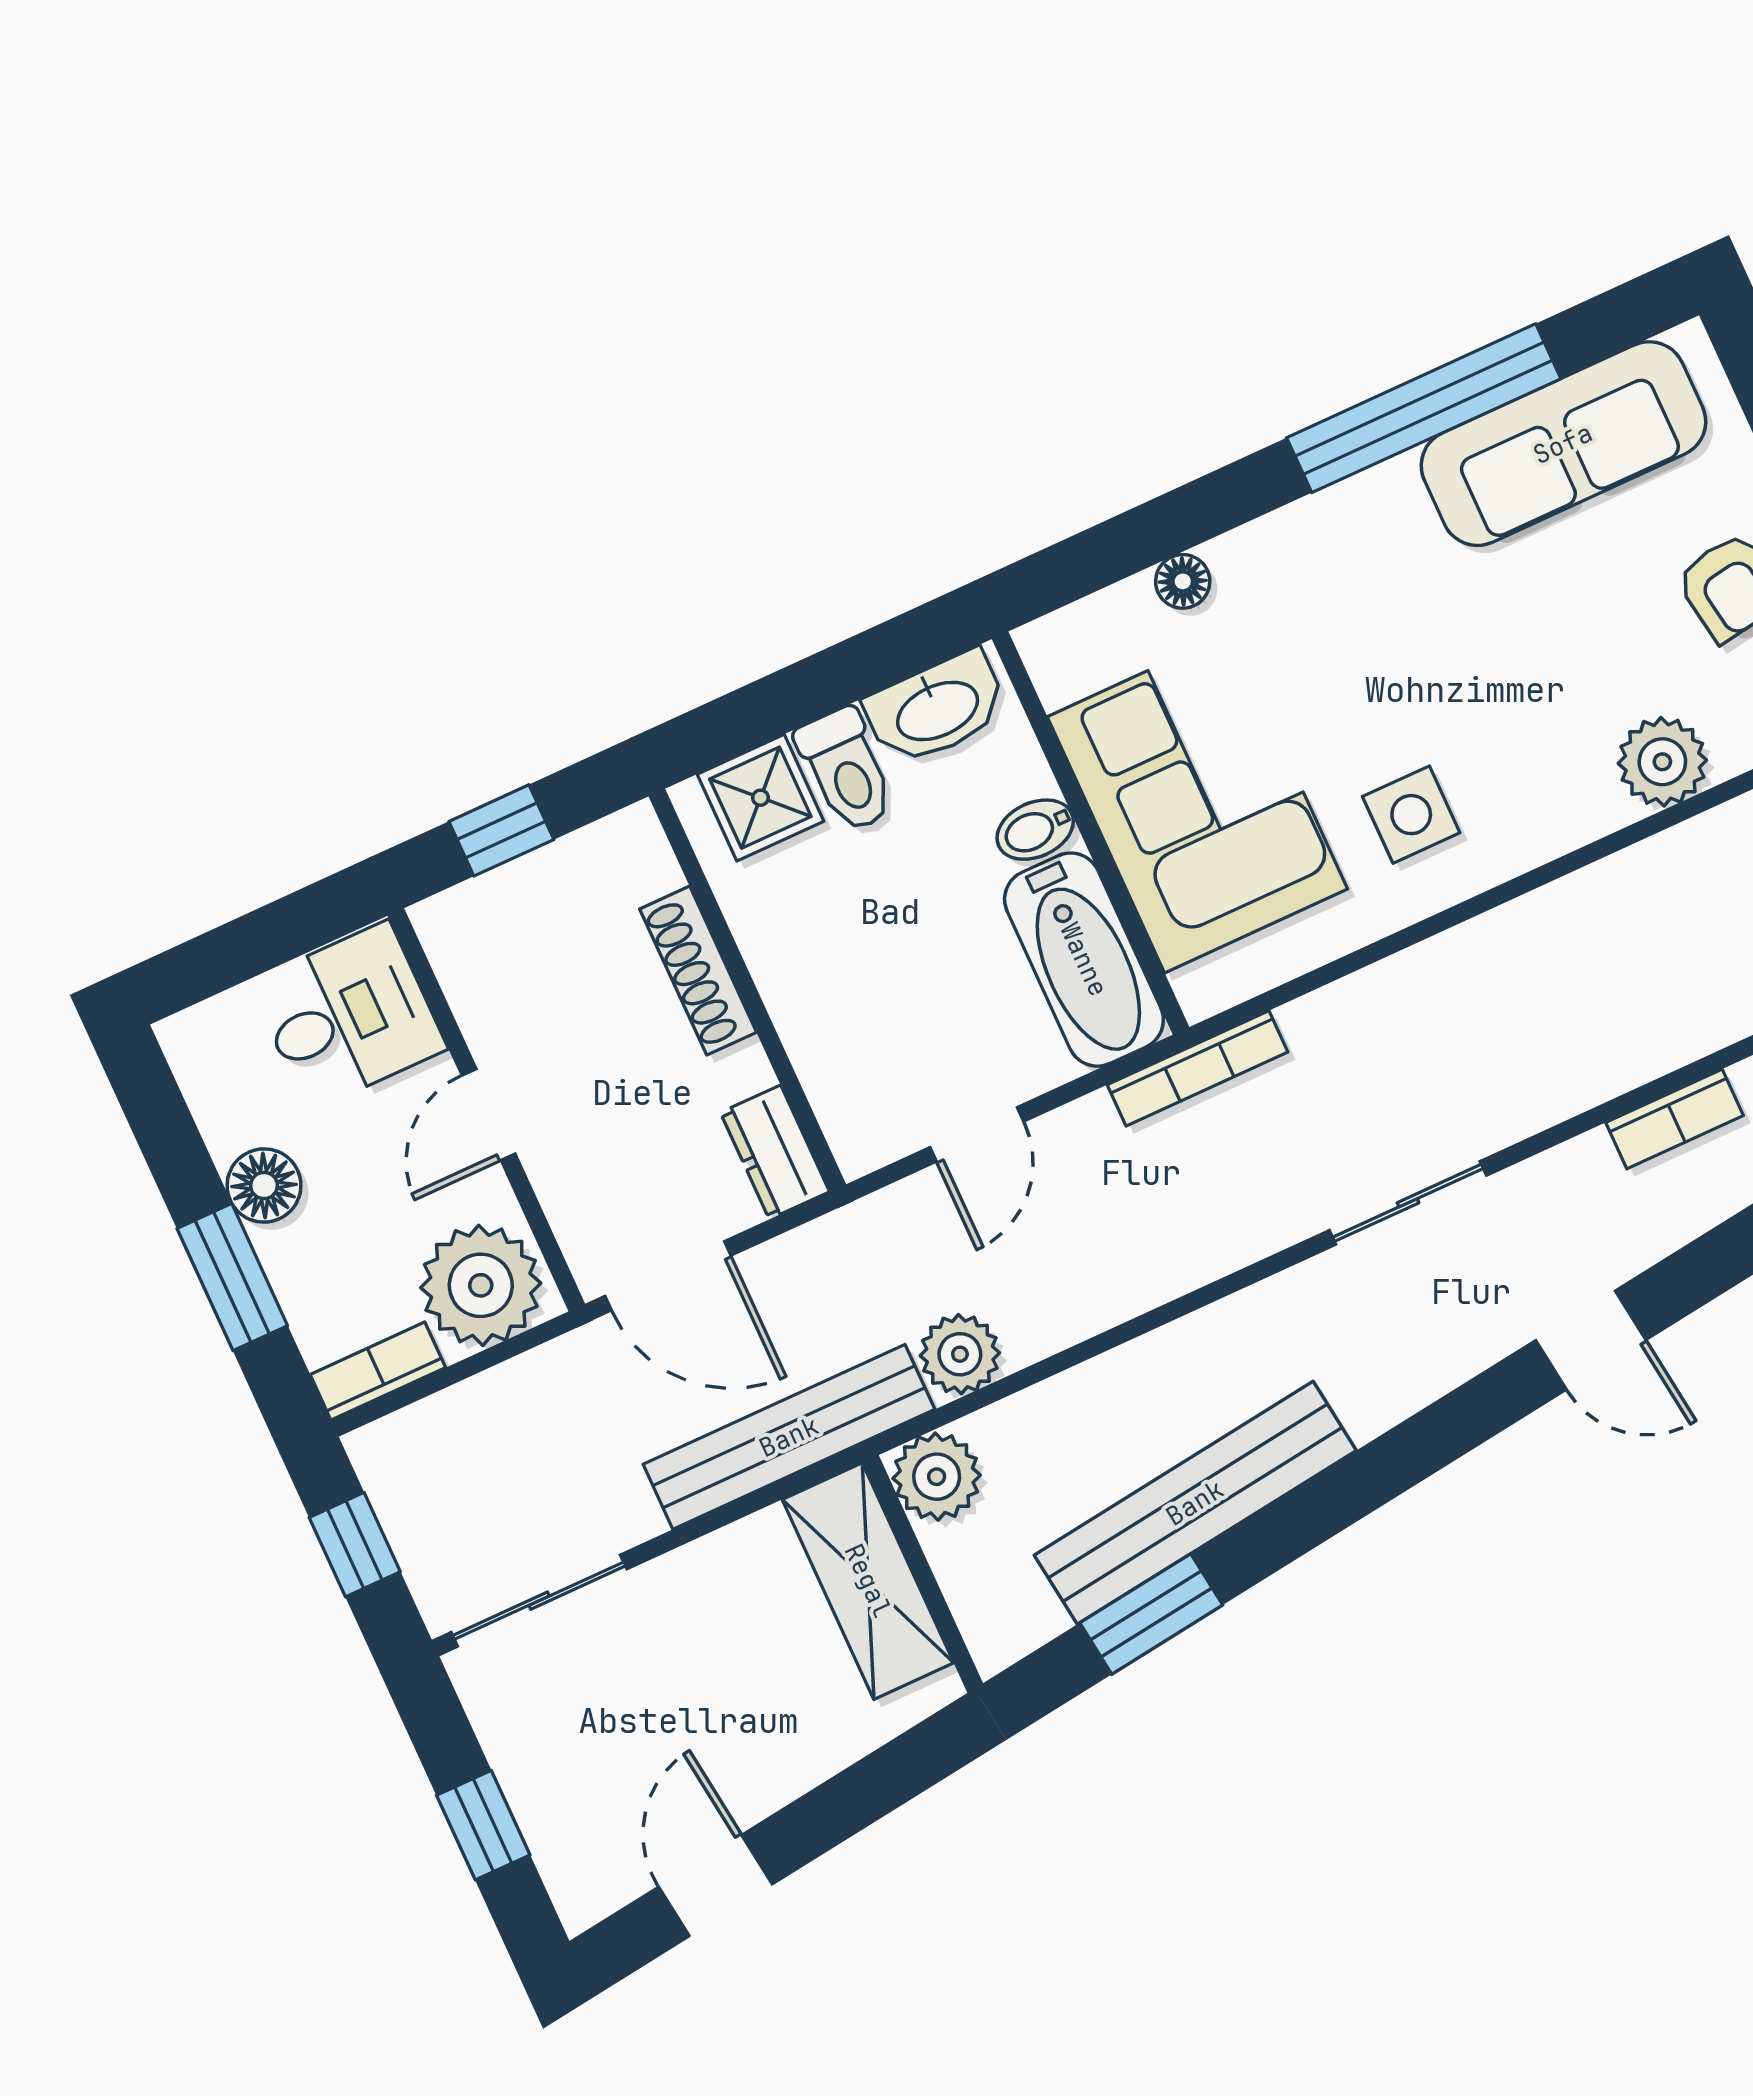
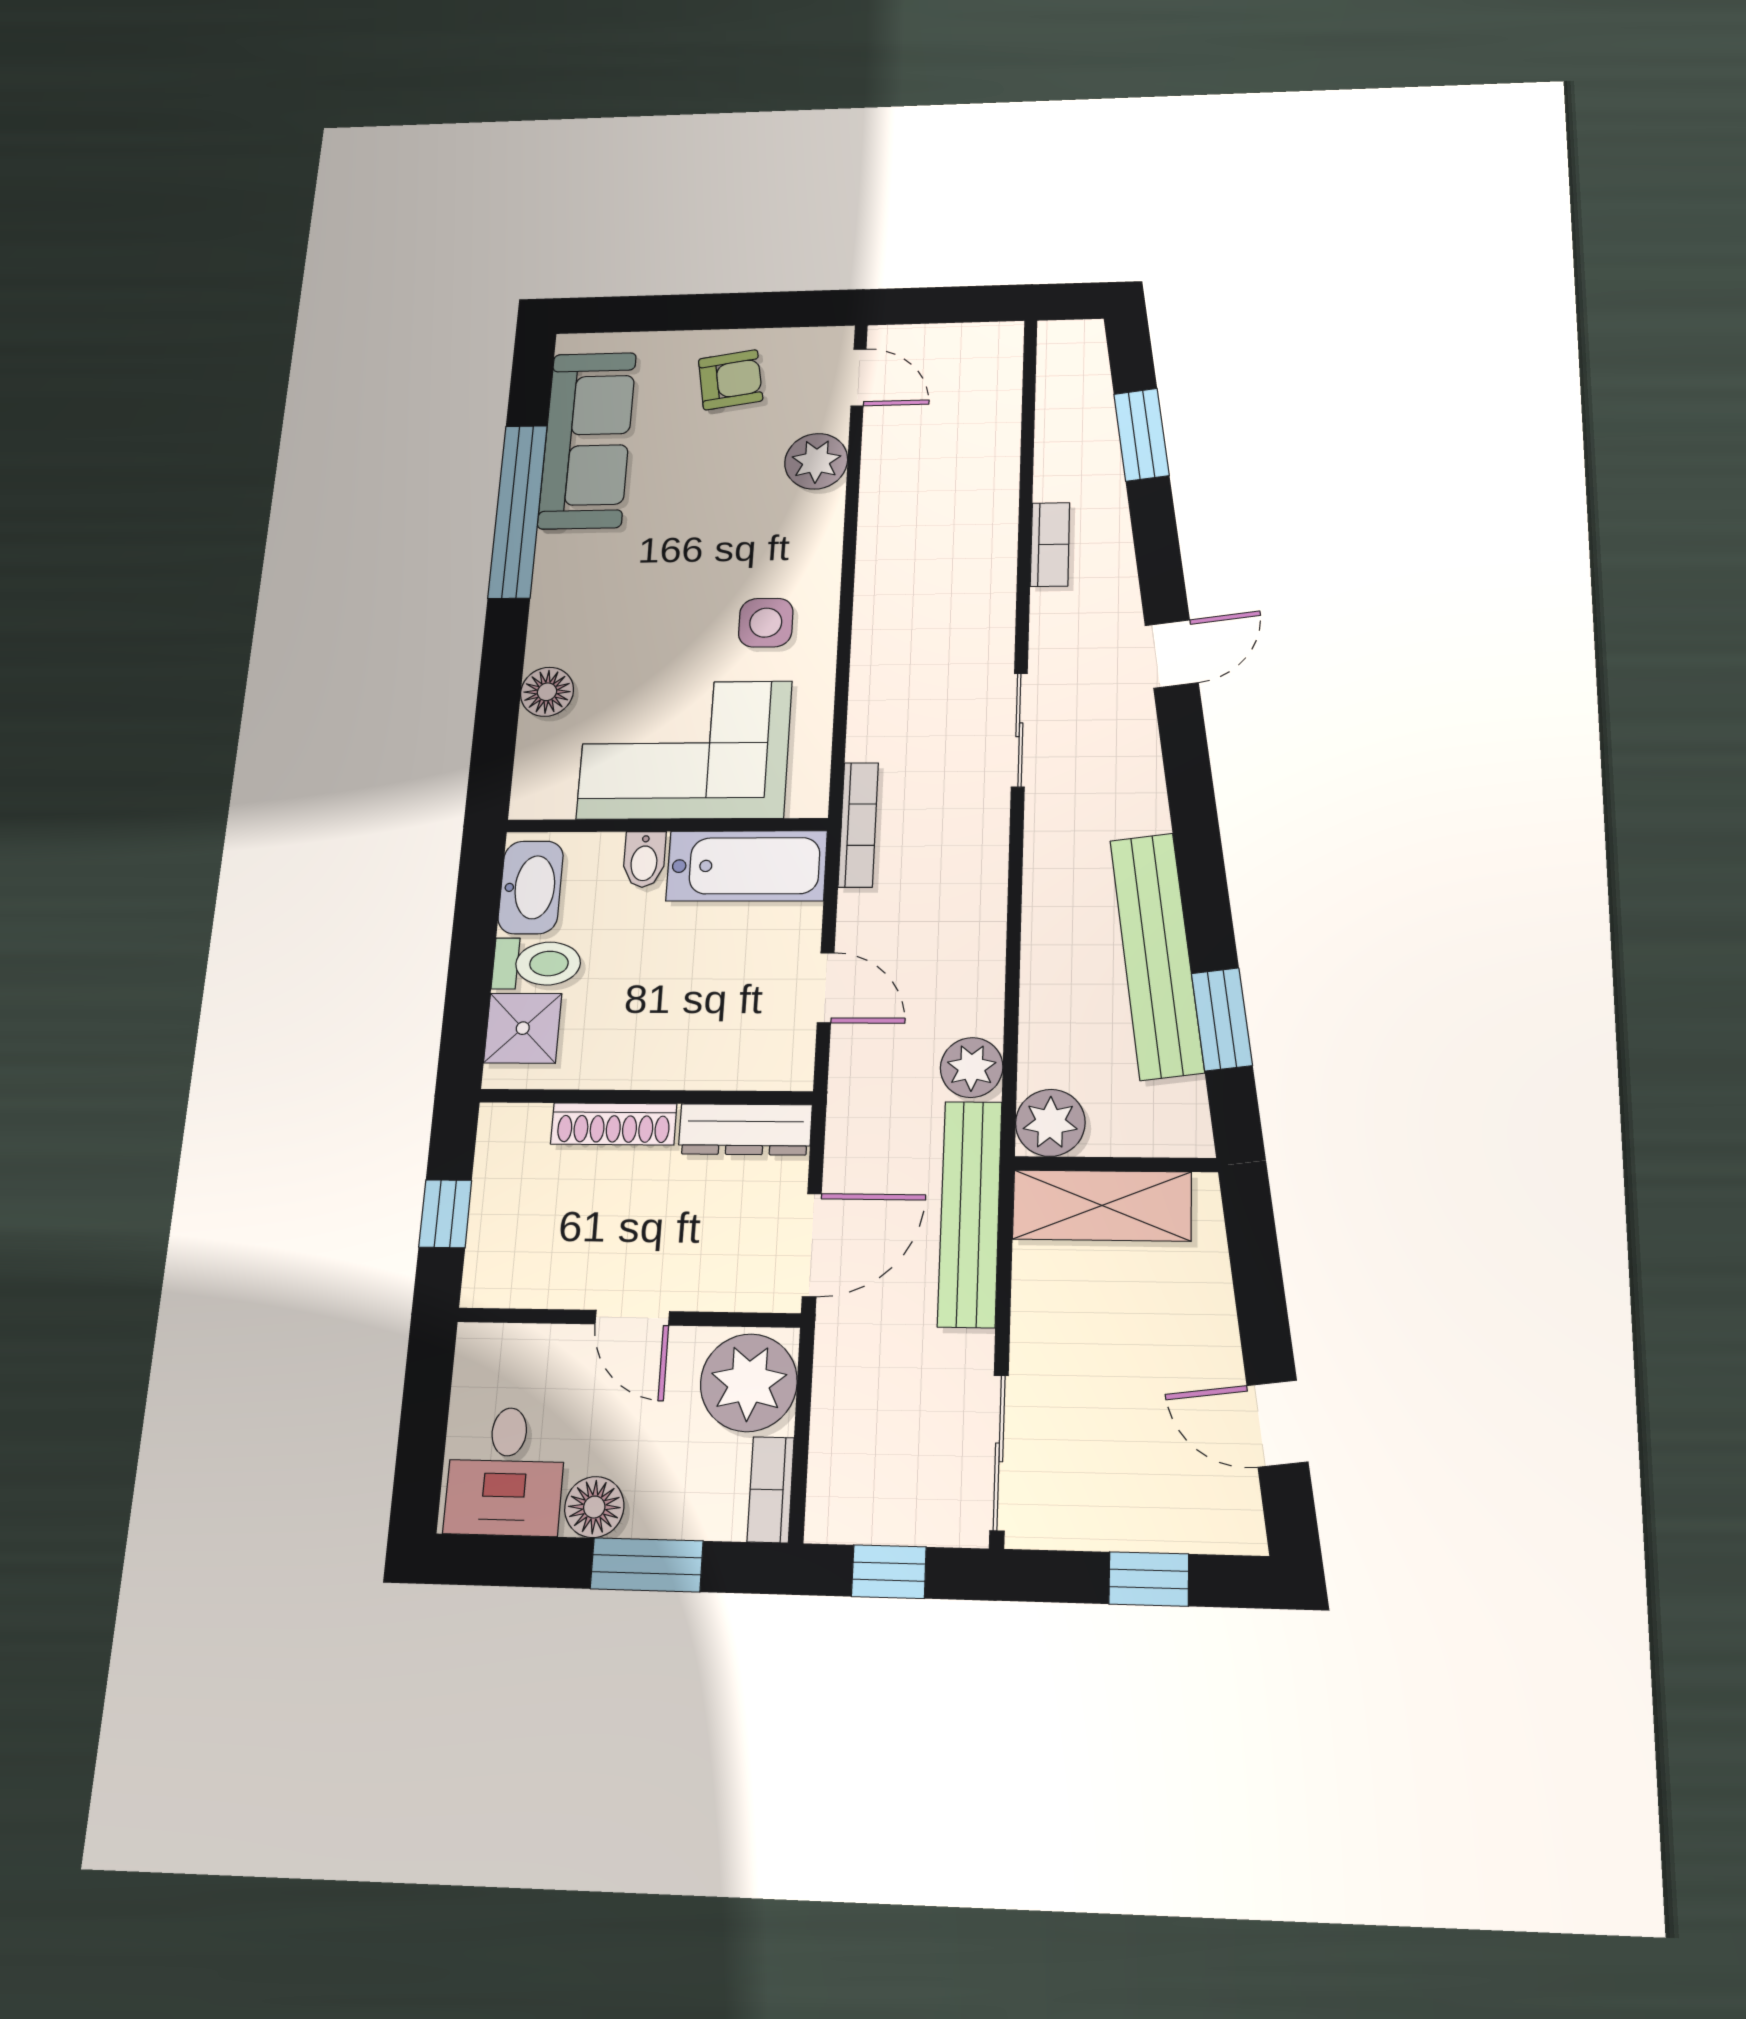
floor lamp: (1183, 581) -> (547, 692), width x1.37, depth x1.37
desk: (348, 1016) -> (506, 1471), moved, turned 180
dresser: (775, 1152) -> (745, 1129), width x1.44

